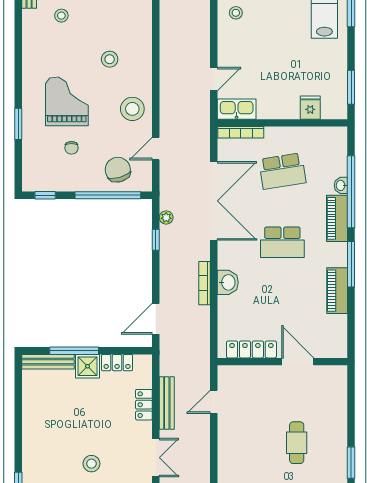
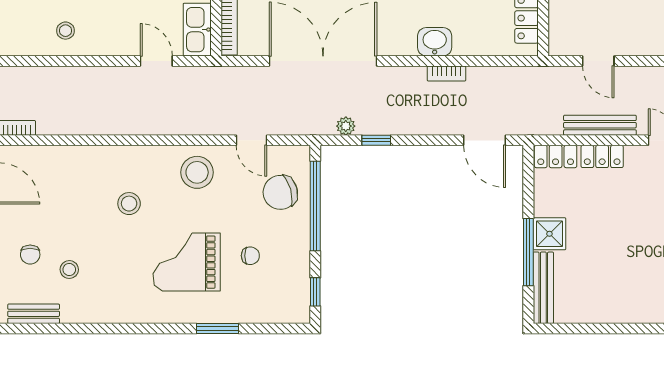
bookcase: (204, 283) -> (446, 74), width x0.64
locker: (117, 363) -> (556, 157), moved, turned 90

